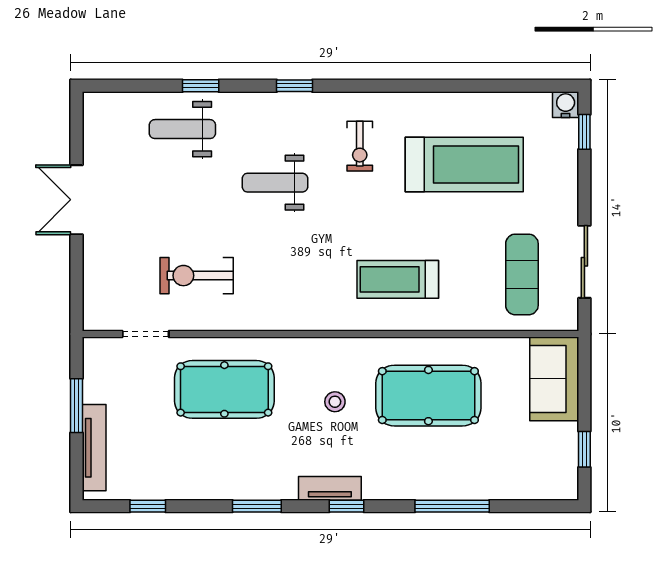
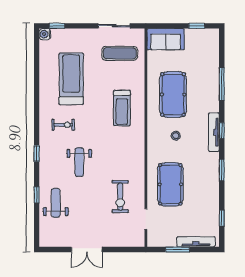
weight bench: (182, 129) -> (56, 203), turned 180
tv unit: (330, 488) -> (214, 132), width x1.41

